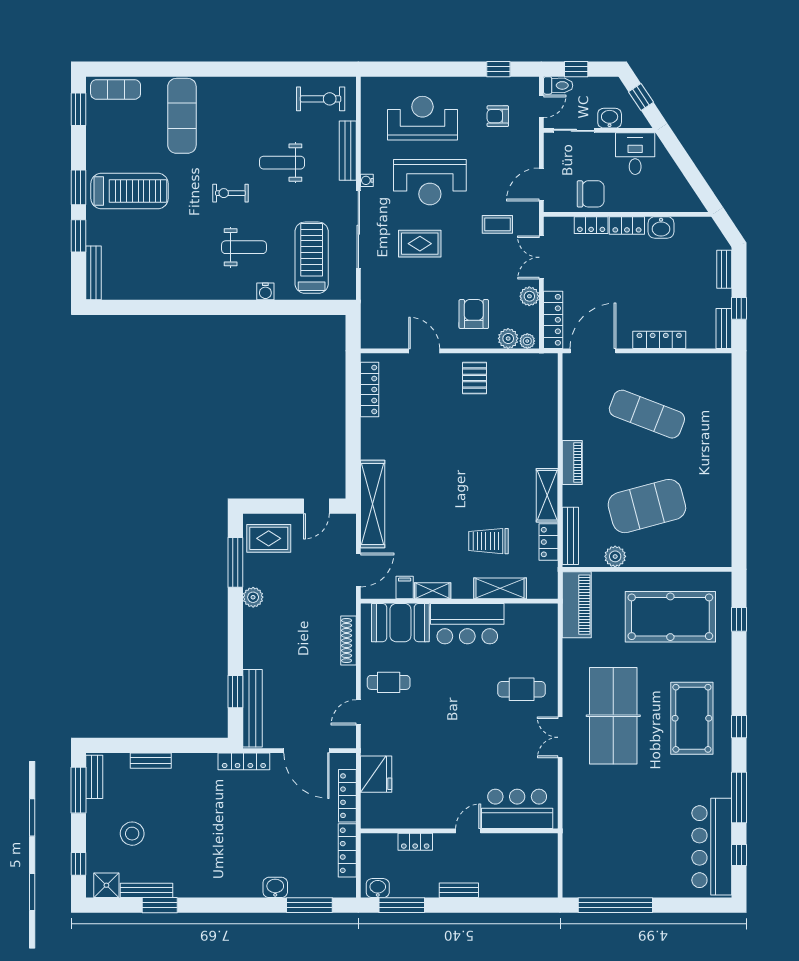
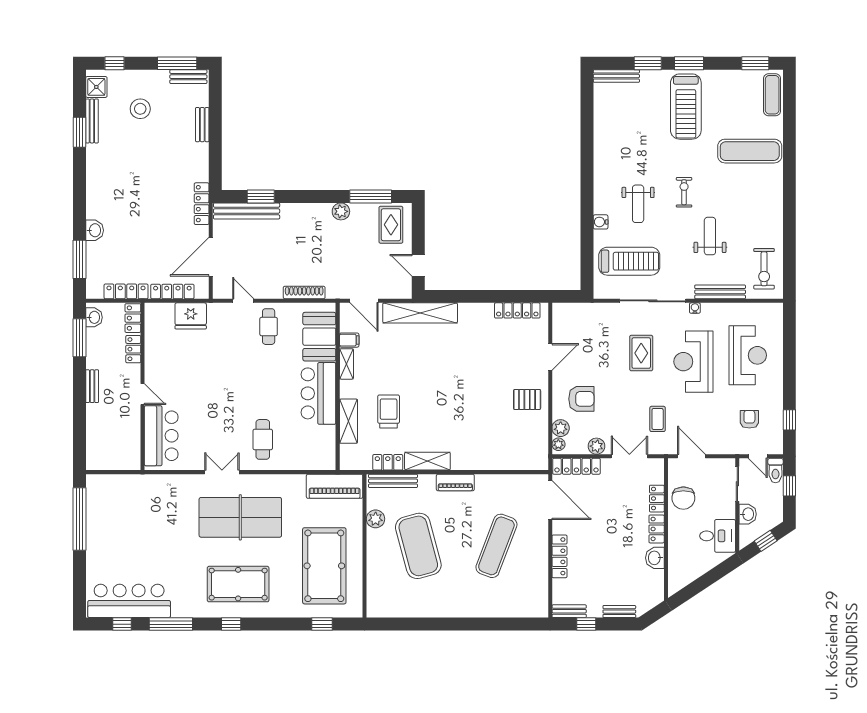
locker: (379, 842) -> (133, 318), added

